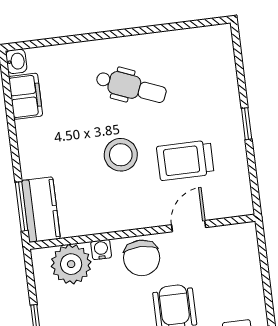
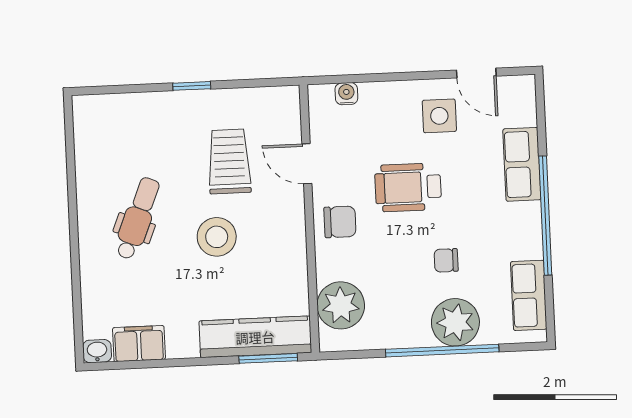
trolley: (185, 160) -> (229, 161), turned 180
kitchen counter: (41, 210) -> (255, 337), width x1.50
water cooler: (101, 250) -> (346, 94), moved, turned 90
chair: (142, 258) -> (340, 222), width x0.73, depth x0.73

